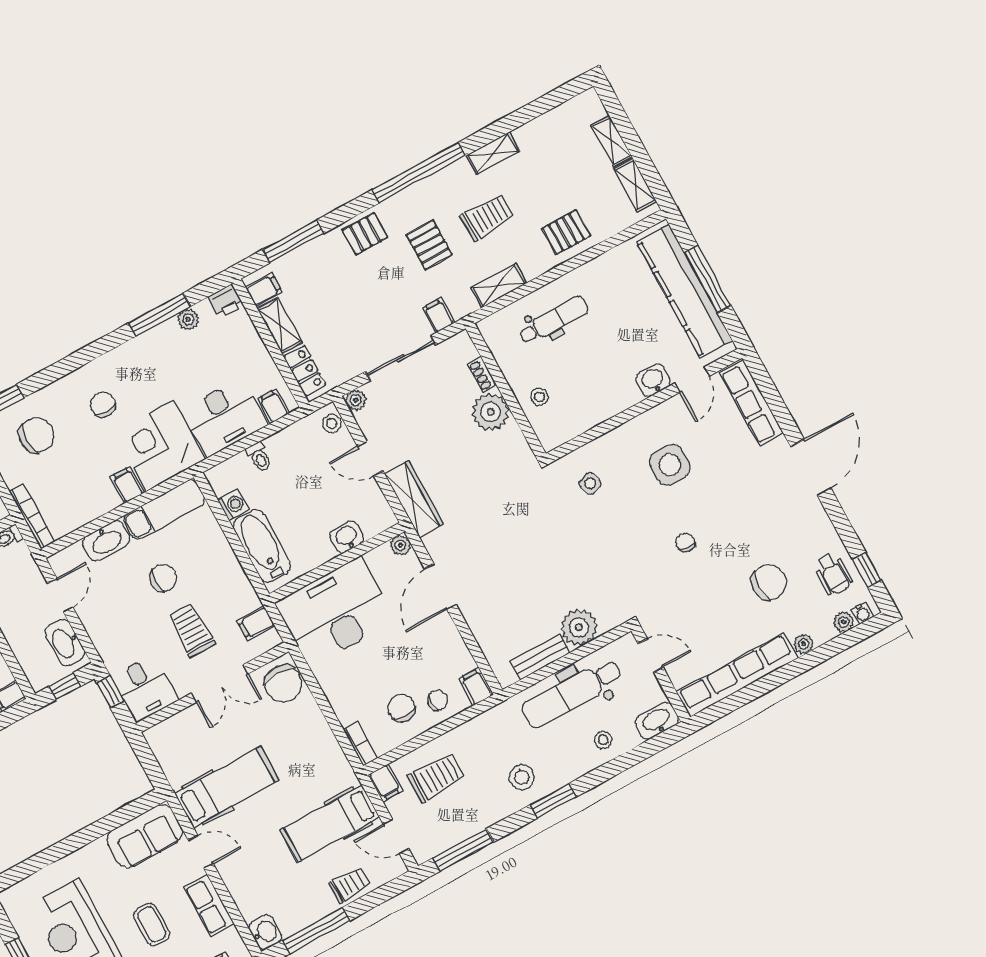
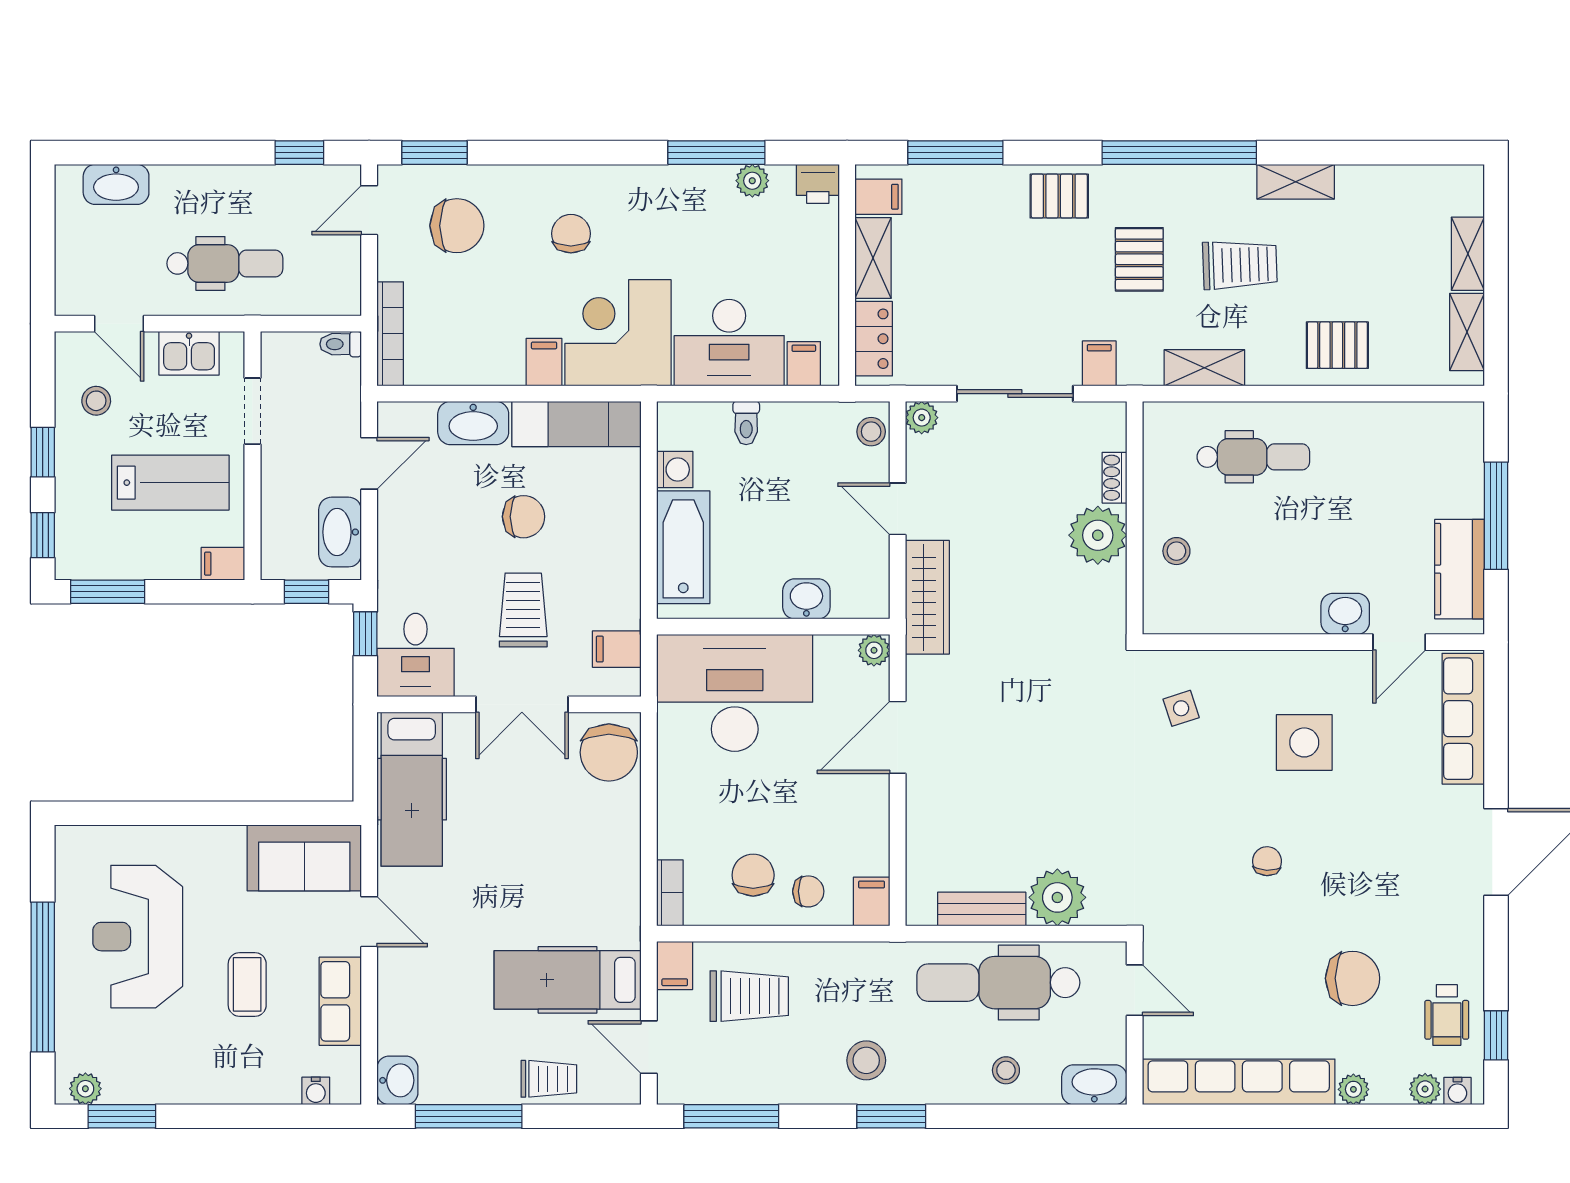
kitchen counter: (685, 291) -> (1460, 569), width x0.48, depth x0.86
hospital bed: (227, 787) -> (412, 789), moved, turned 90

